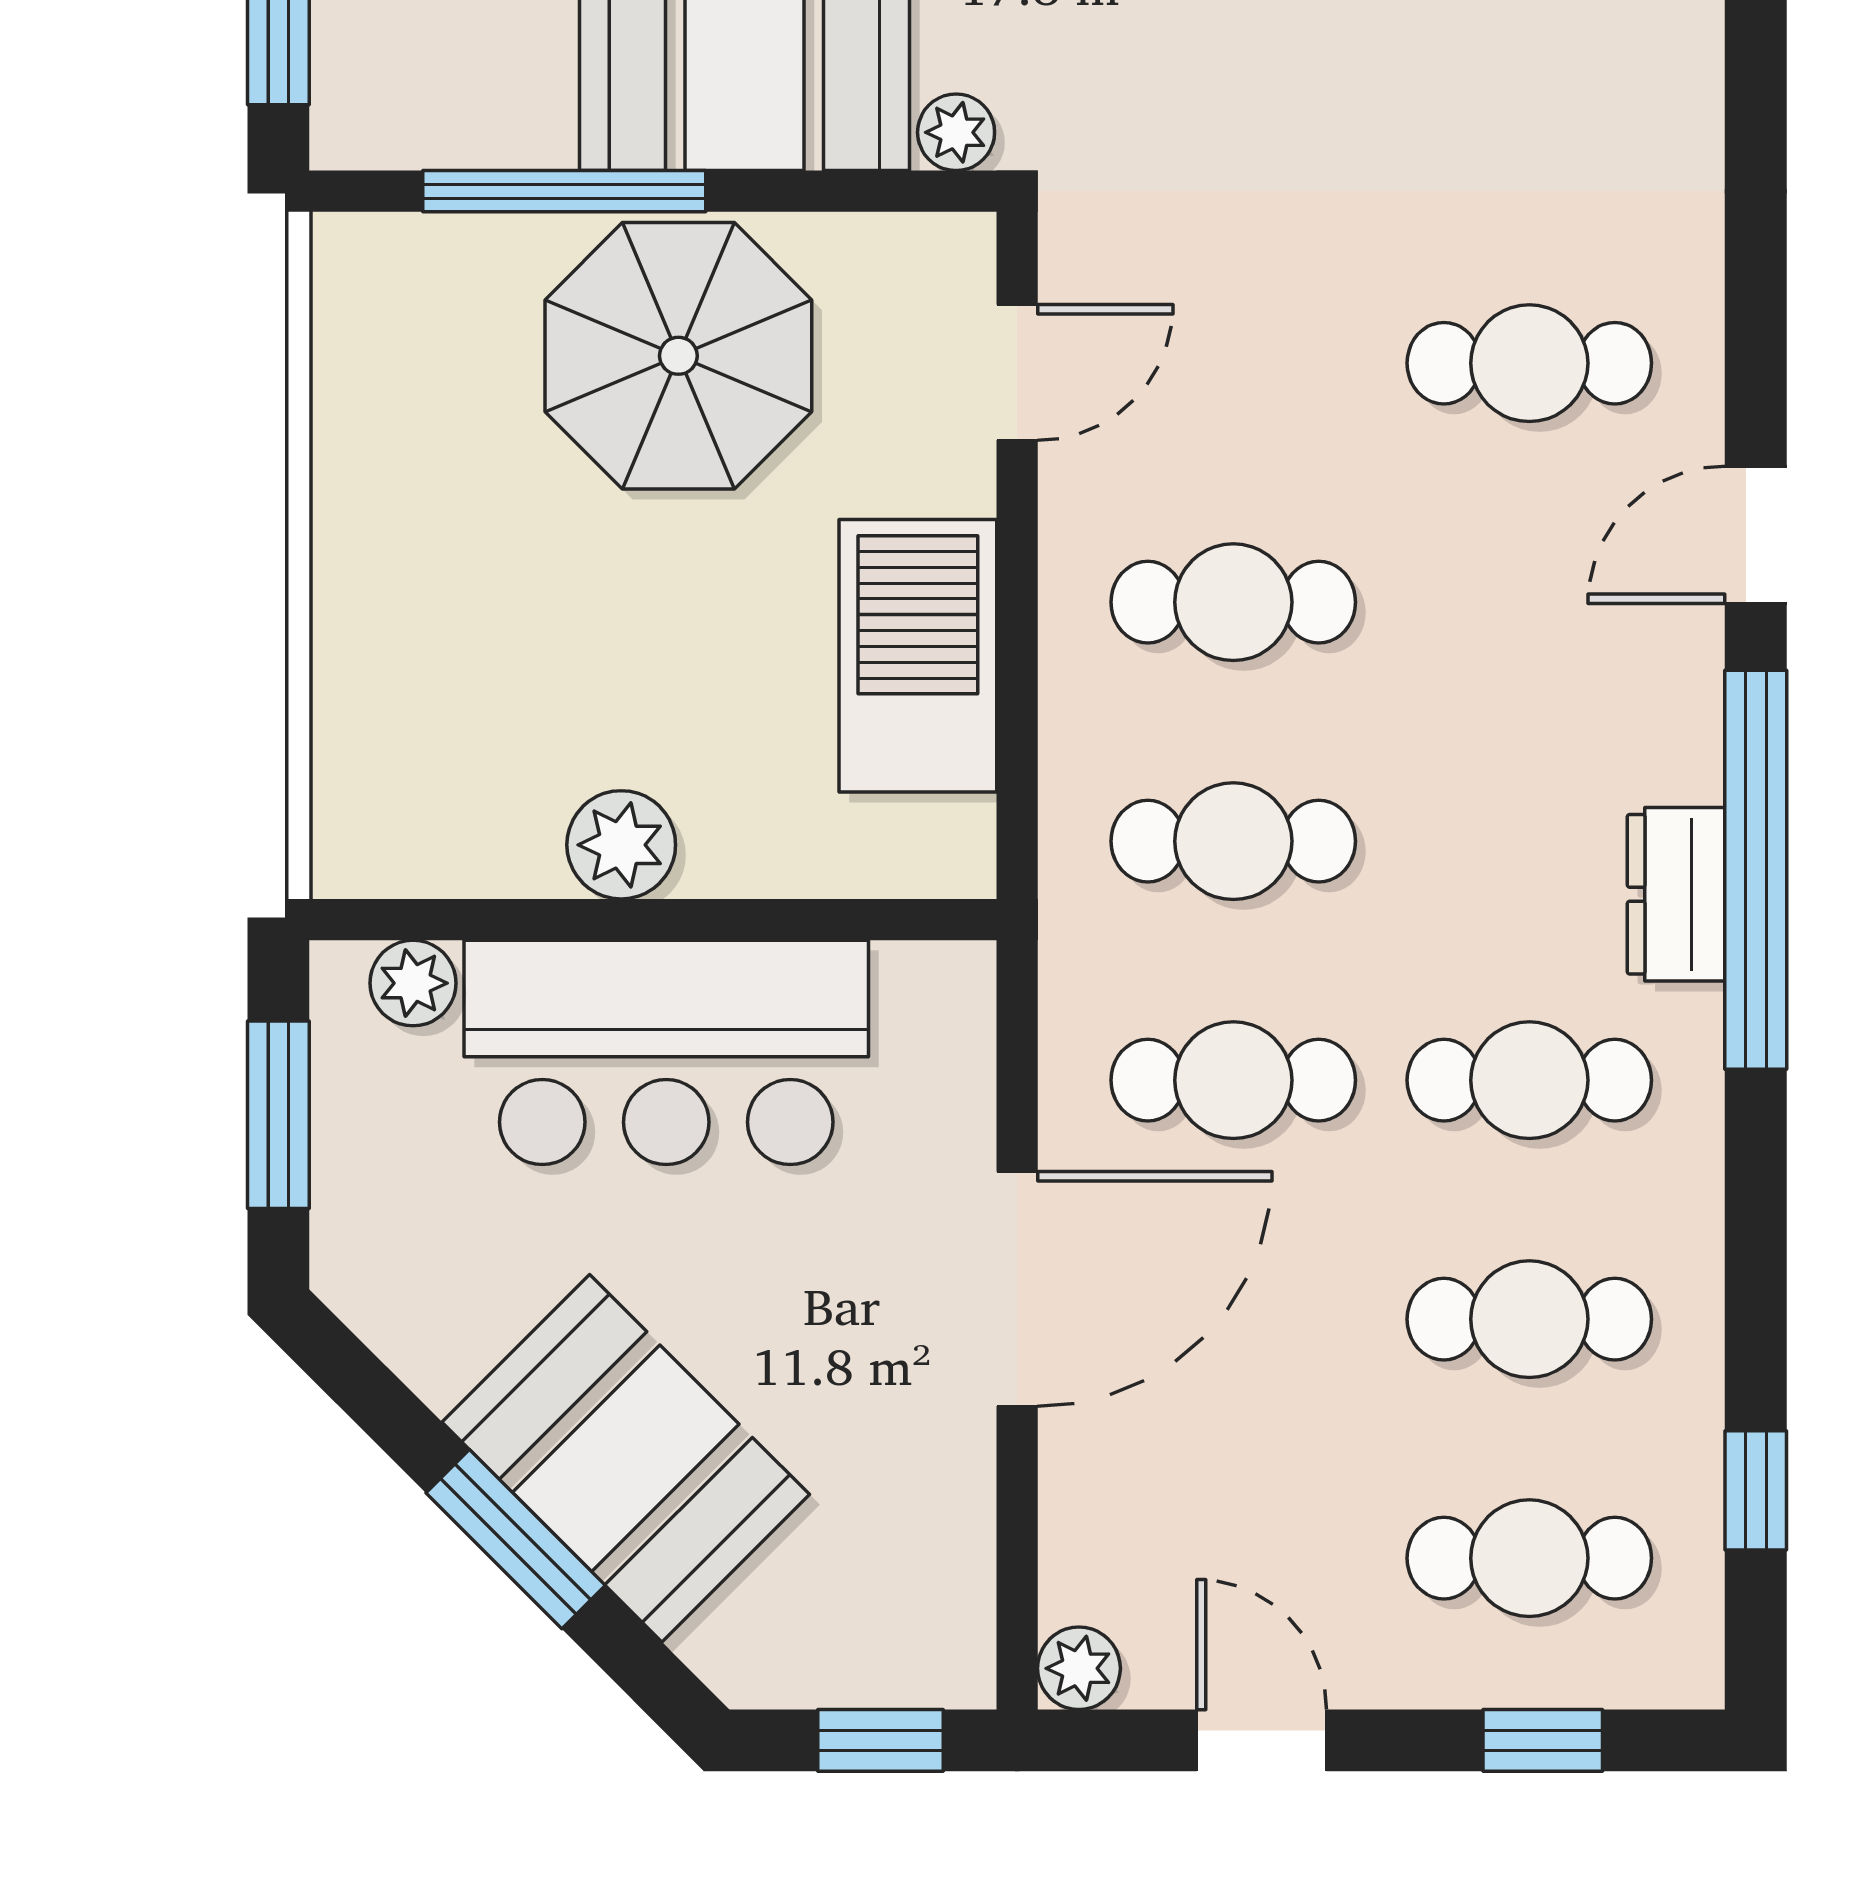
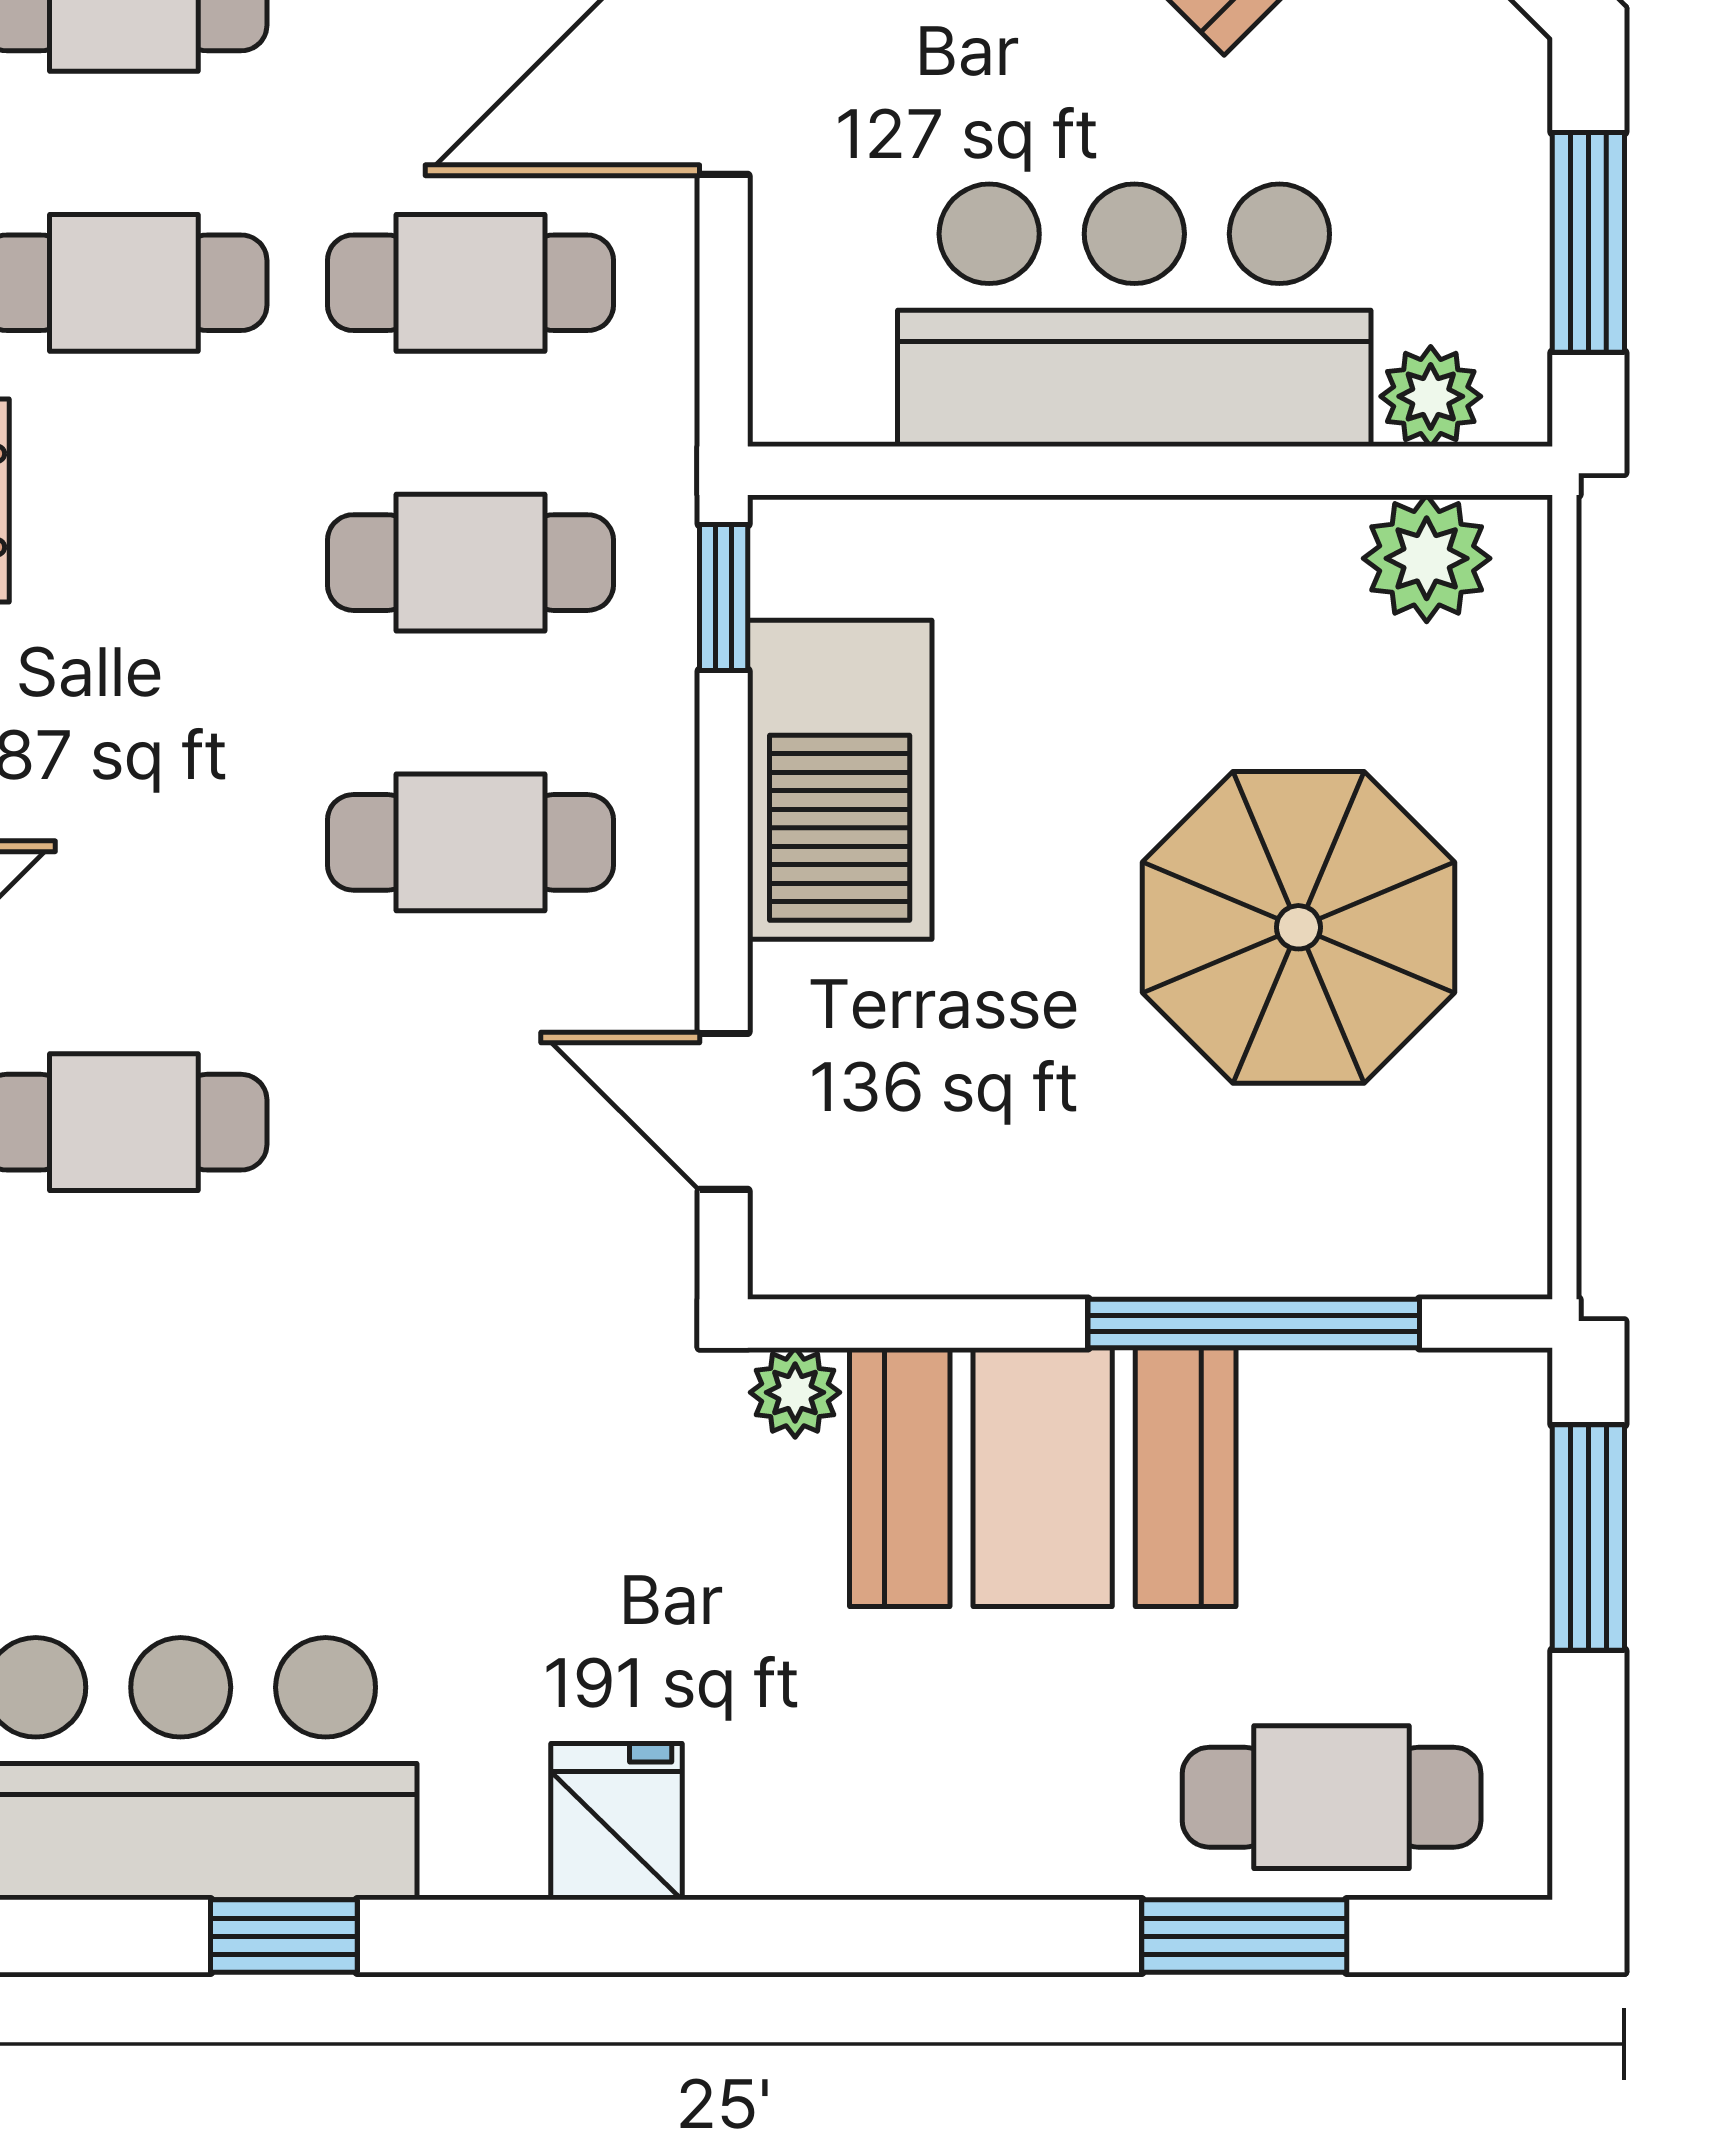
parasol: (678, 356) -> (1298, 927), moved
door: (1017, 372) -> (724, 1111), hinge flipped
window: (1017, 811) -> (724, 598), added
plant: (621, 845) -> (1427, 558), moved

